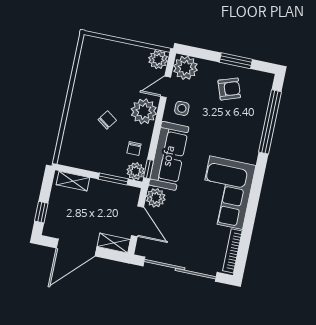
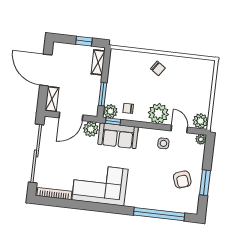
plant: (185, 68) -> (201, 139), width x0.53, depth x0.53
chair: (107, 120) -> (158, 68), moved
sofa: (169, 156) -> (118, 136), width x0.73
window: (41, 212) -> (84, 41), moved

